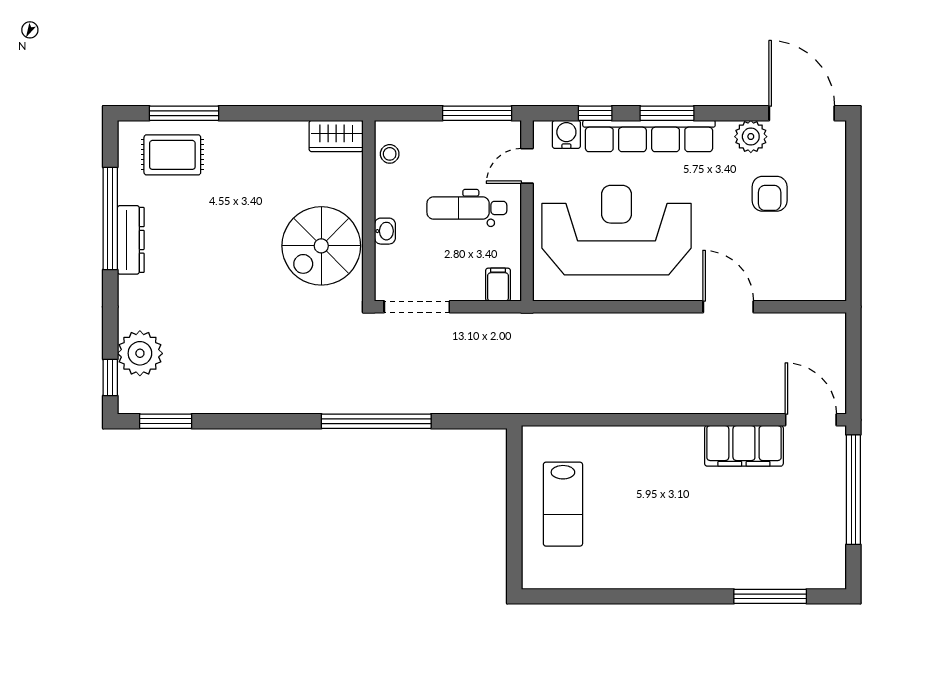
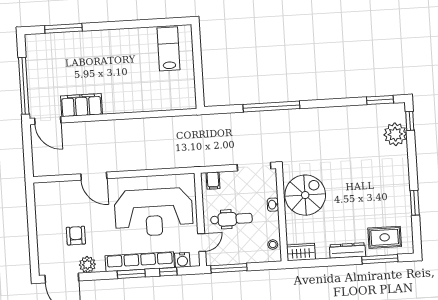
window: (110, 218) -> (415, 203), width x0.47
dresser: (131, 240) -> (347, 250), moved, turned 90
lab bench: (563, 504) -> (168, 49), moved

